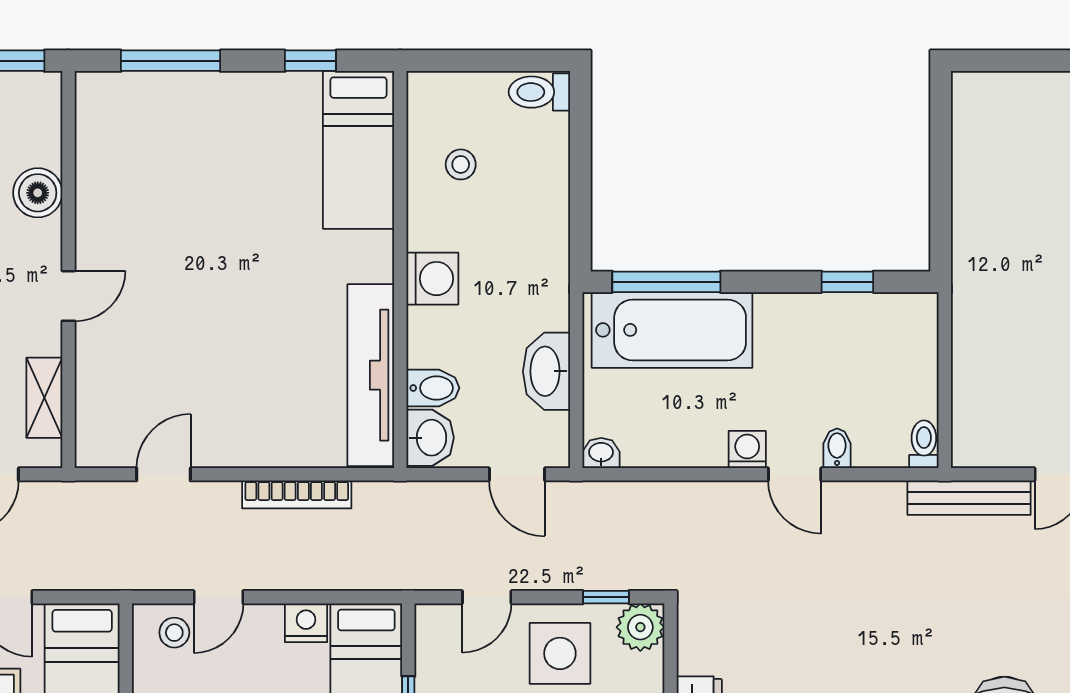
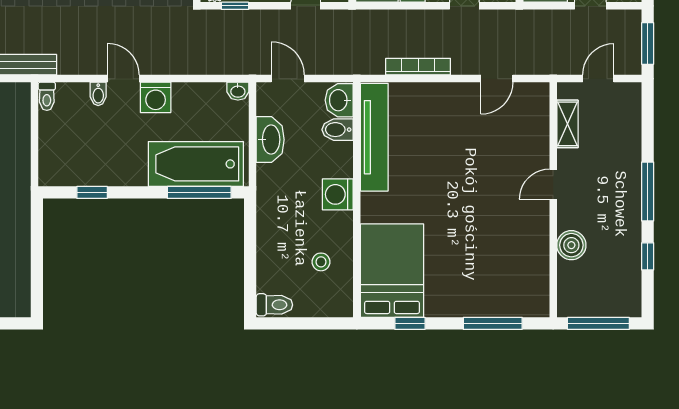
bed: (358, 150) -> (392, 271), width x1.50
washing machine: (747, 449) -> (156, 97), width x1.38, depth x1.38

